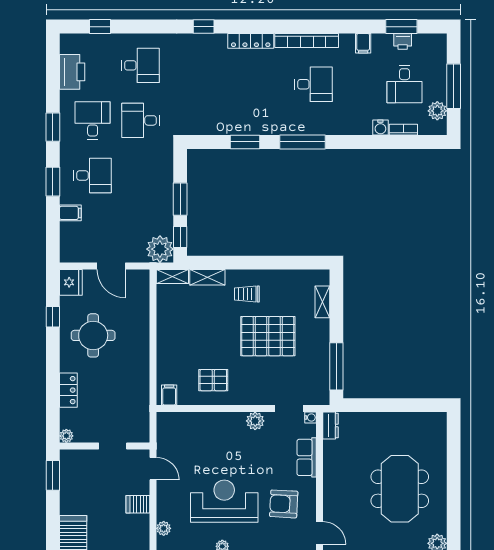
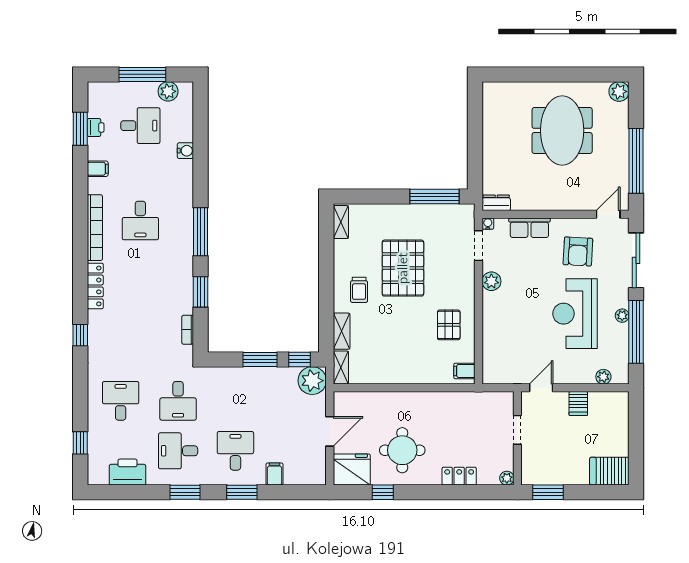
desk: (313, 84) -> (140, 220), turned 180
bookcase: (403, 130) -> (188, 330), moved
fridge: (71, 282) -> (352, 469), width x1.36, depth x1.34
shelving: (322, 302) -> (341, 222), moved, turned 90
meeting table: (400, 489) -> (562, 130), turned 90

